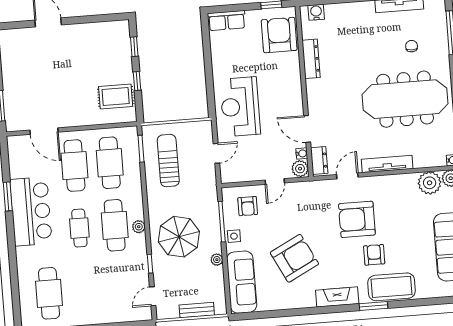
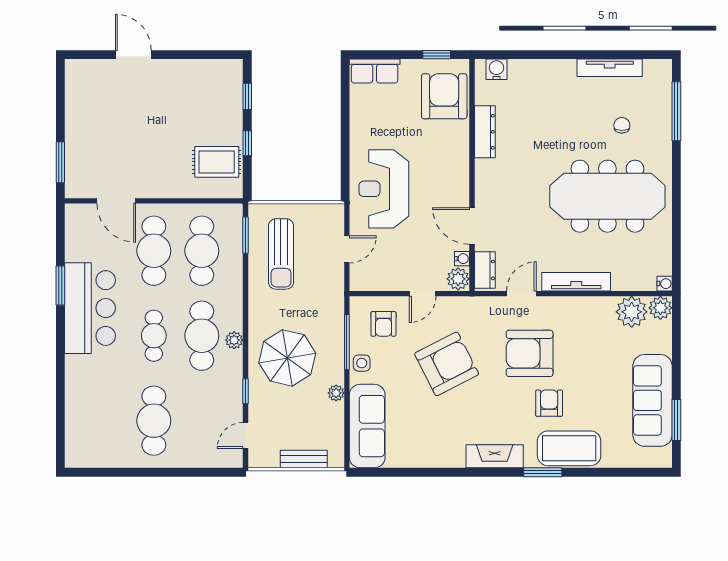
sun lounger: (168, 161) -> (281, 254), turned 180
armchair: (294, 258) -> (447, 364), moved
cafe table: (49, 293) -> (154, 421), moved

